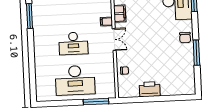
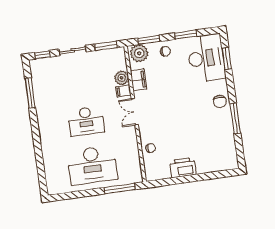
plant: (106, 11) -> (122, 78), added
double door: (114, 40) -> (135, 112), swing flipped

